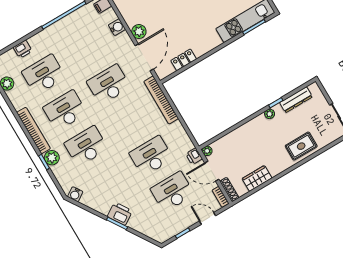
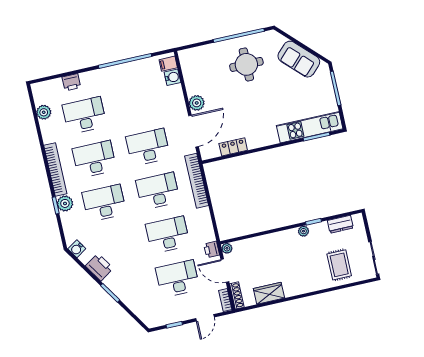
water cooler: (117, 27) -> (172, 77), moved
dresser: (296, 100) -> (340, 224), width x0.70
desk: (130, 120) -> (158, 191), added
rug: (301, 146) -> (339, 265), moved, turned 90
printer: (120, 214) -> (99, 267), moved
door: (208, 218) -> (205, 318), swing flipped

